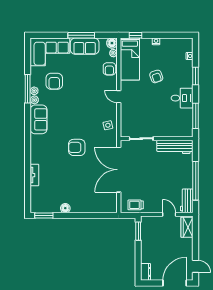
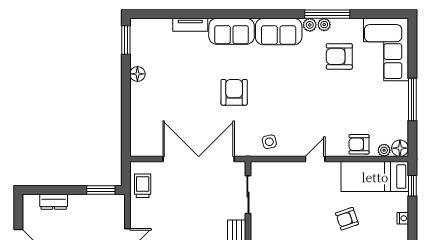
sofa: (85, 46) -> (232, 31), moved, turned -90
dresser: (146, 272) -> (54, 202), moved

